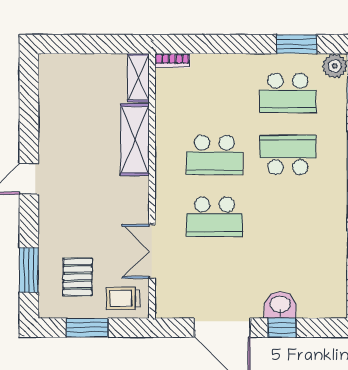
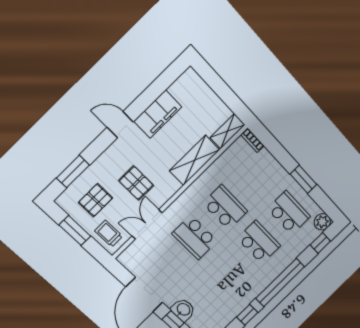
window: (297, 44) -> (303, 179), moved
school desk: (288, 93) -> (289, 213), turned 180
filing cabinet: (54, 132) -> (158, 114), added
school desk: (214, 155) -> (225, 207), turned 180
pallet: (100, 220) -> (136, 183), added

